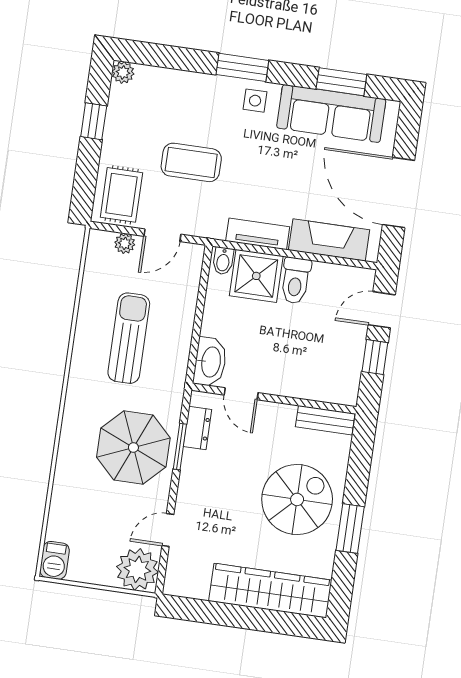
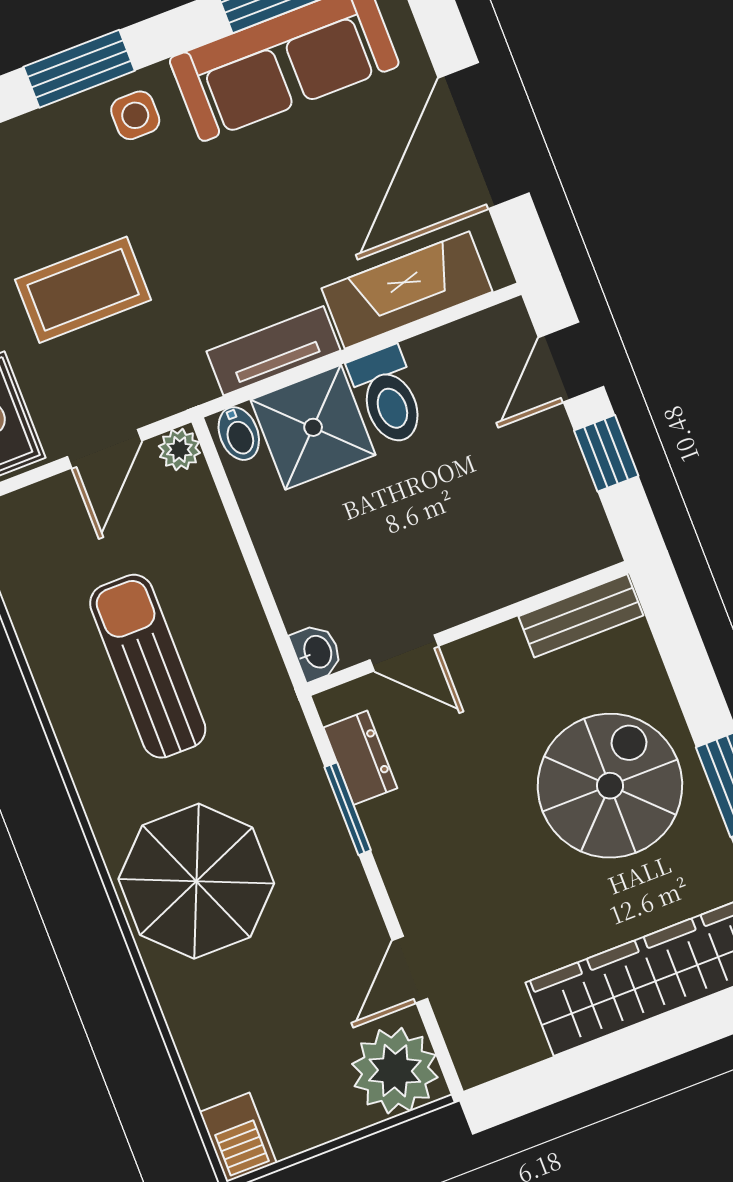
door: (399, 193) -> (484, 136), hinge flipped
plant: (125, 243) -> (179, 450), moved
washbasin: (210, 362) -> (317, 652), width x0.52, depth x0.69
parasol: (133, 448) -> (196, 881), moved

